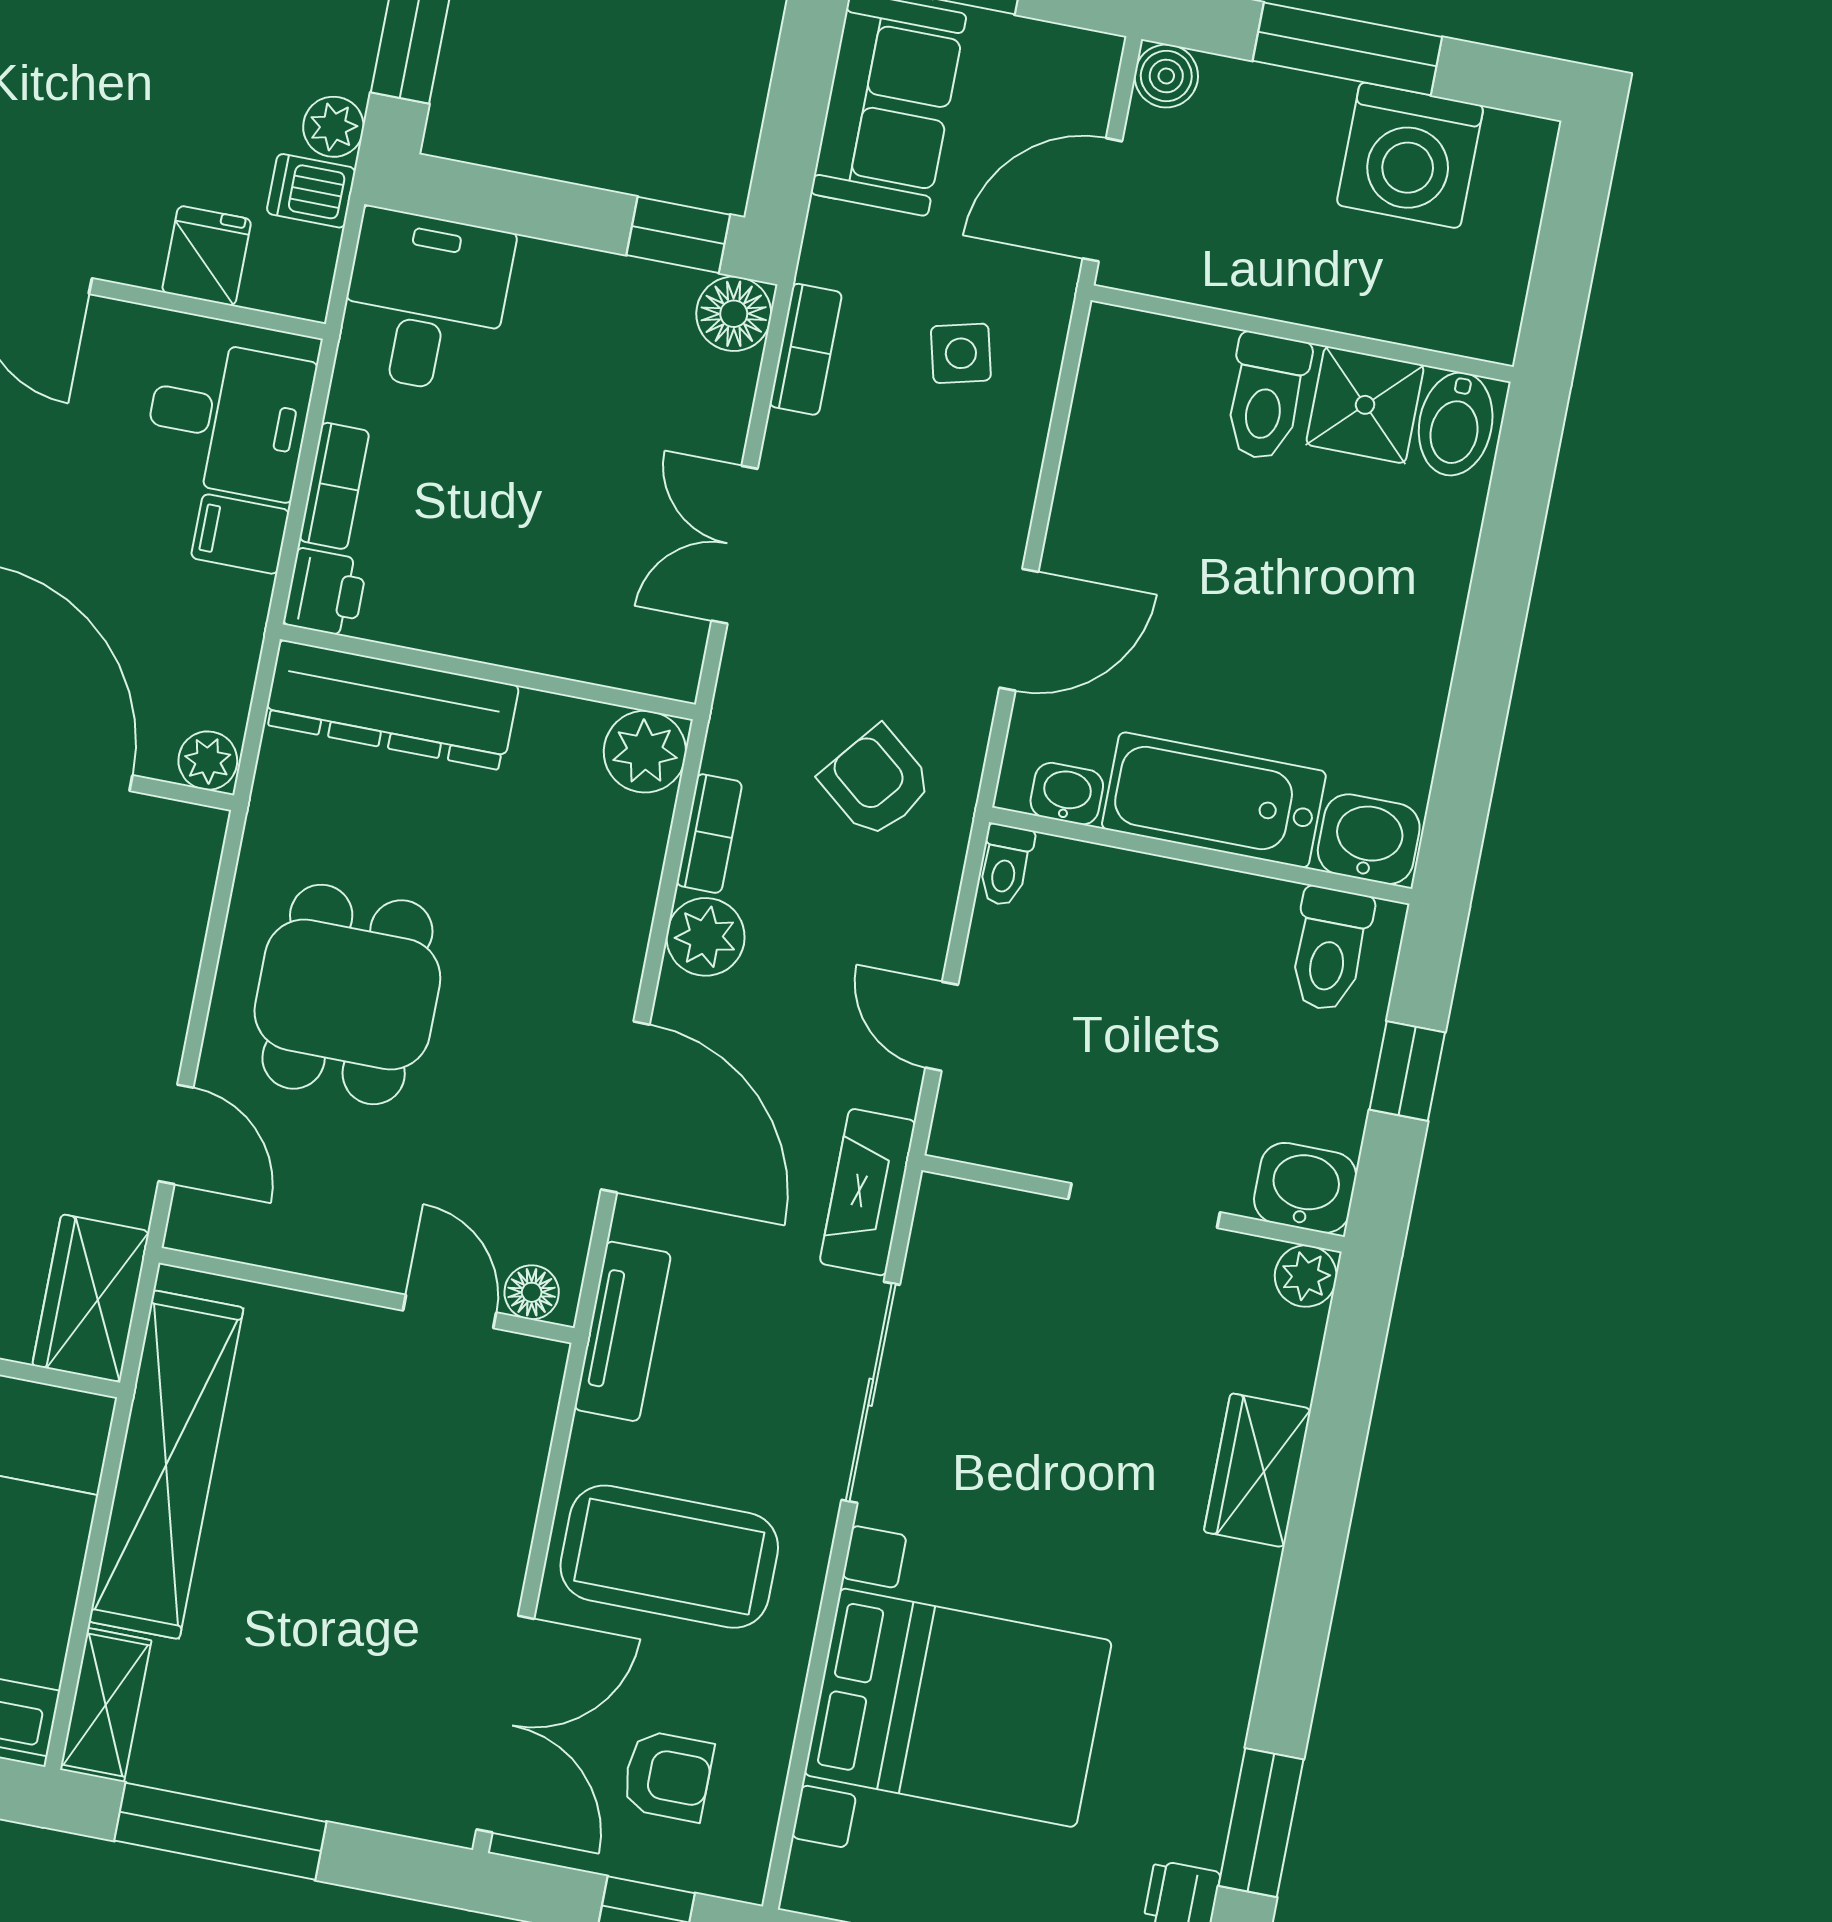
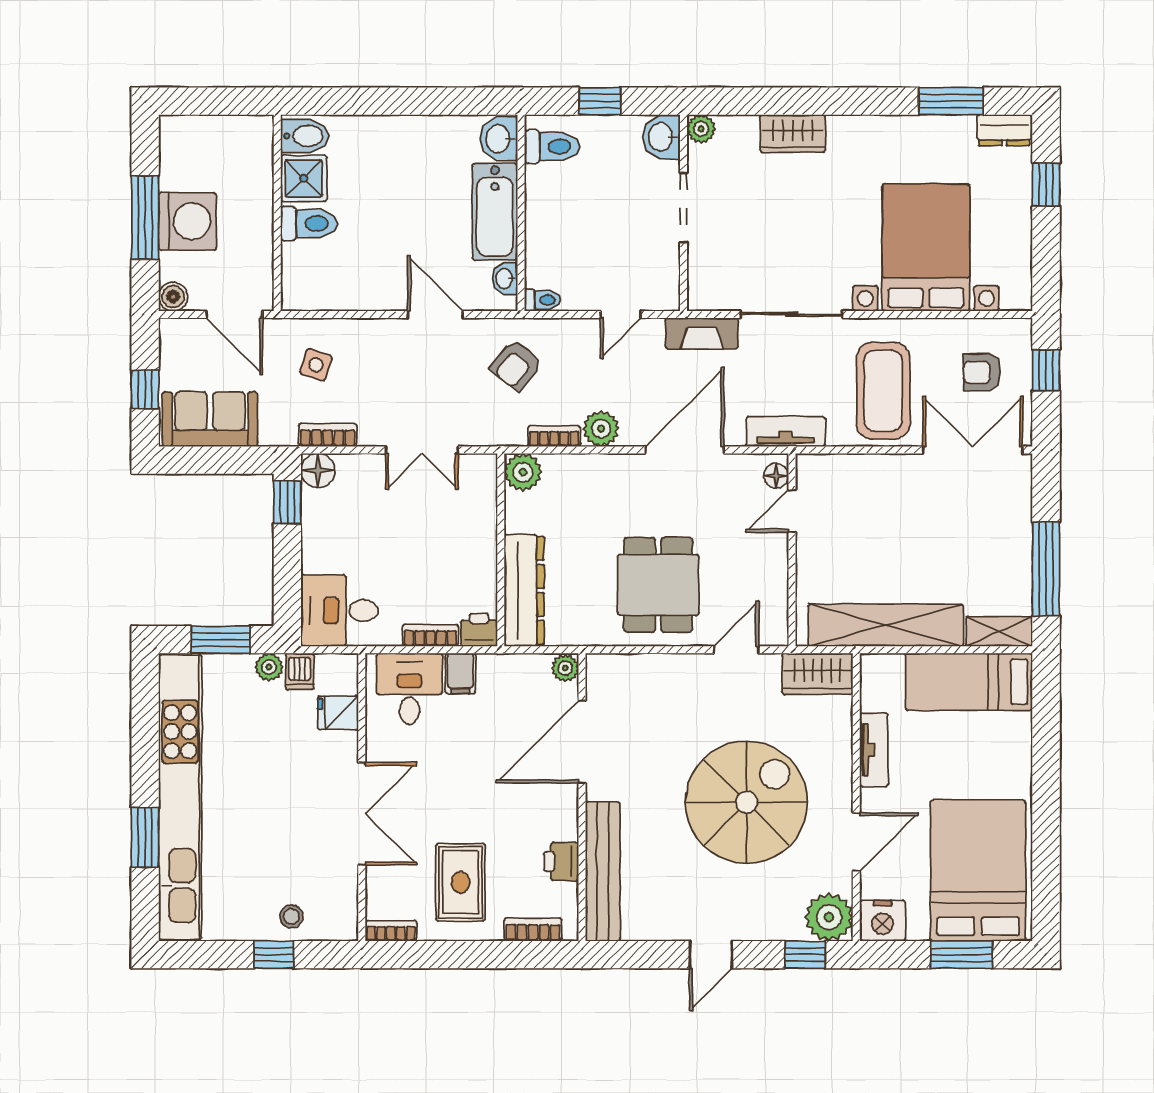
washing machine: (1410, 155) -> (188, 221), moved
side table: (961, 353) -> (316, 365), turned 32
dining table: (347, 994) -> (658, 585), turned 90
armchair: (668, 1776) -> (982, 372), turned -90

